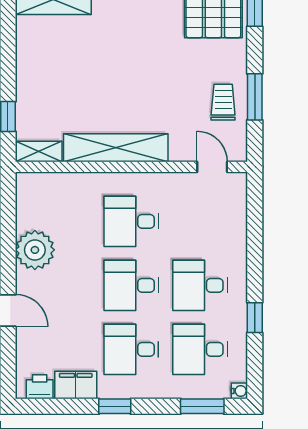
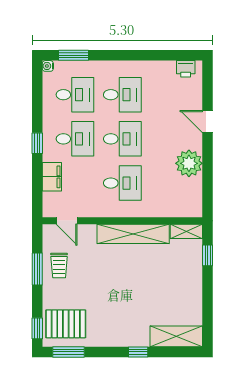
window: (255, 318) -> (37, 143), moved
filing cabinet: (76, 385) -> (52, 177), moved, turned -90
window: (115, 406) -> (134, 55), removed

